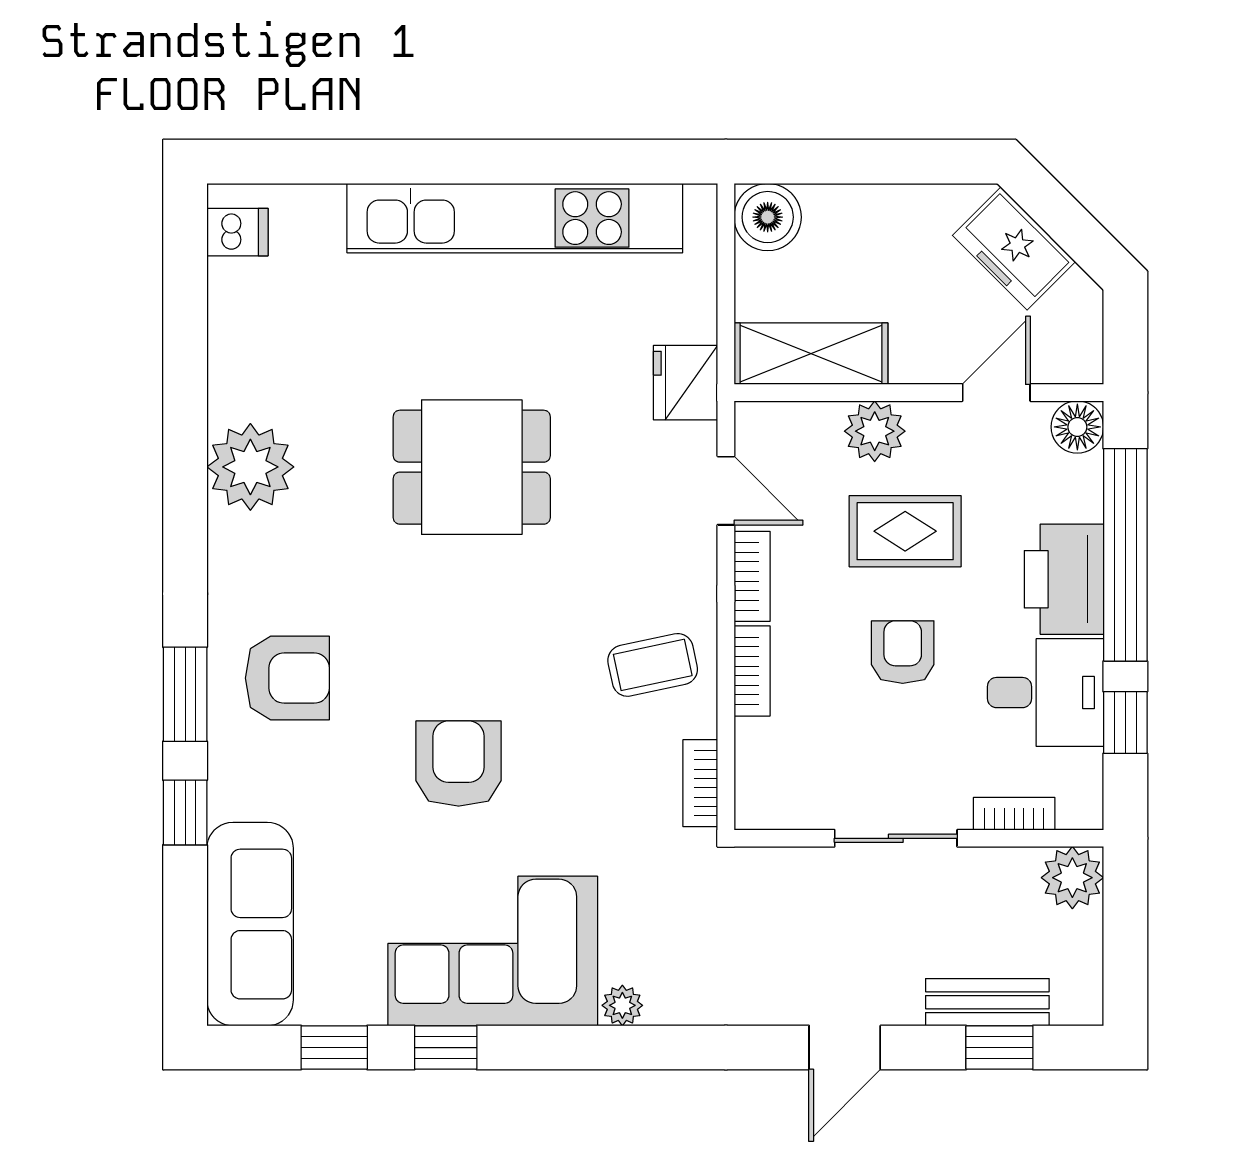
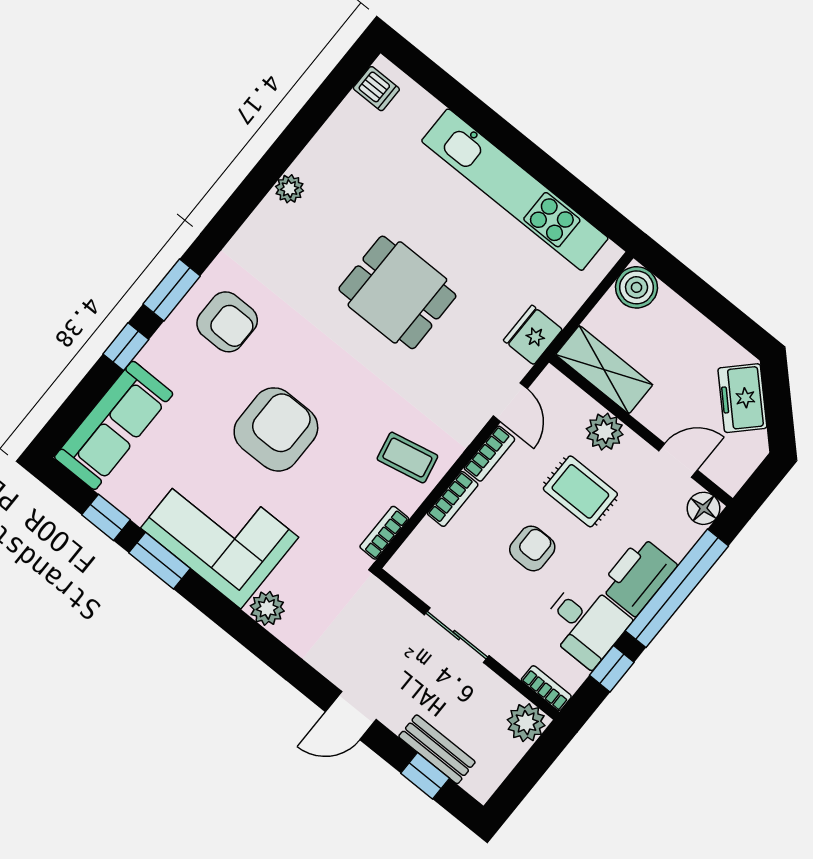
plant: (250, 467) -> (289, 189), width x0.53, depth x0.53
armchair: (459, 764) -> (276, 429), width x1.36, depth x1.36
bookcase: (1014, 814) -> (546, 688), moved
plant: (622, 1005) -> (267, 608), width x1.38, depth x1.38
window: (446, 1048) -> (160, 561), width x1.50

